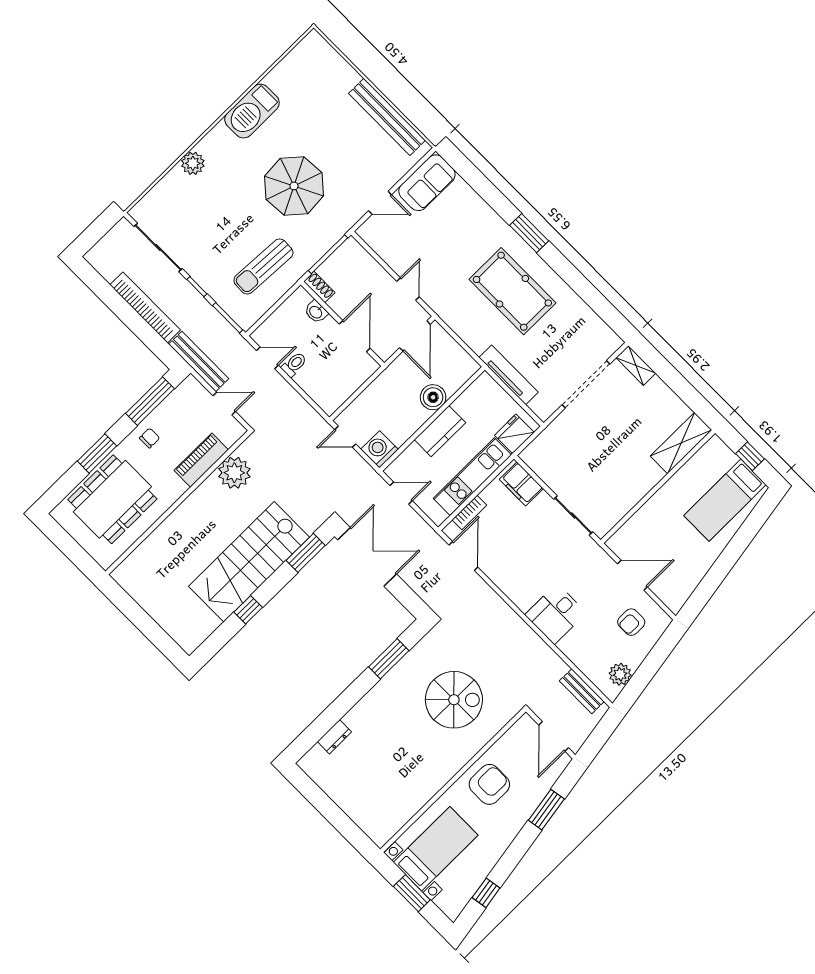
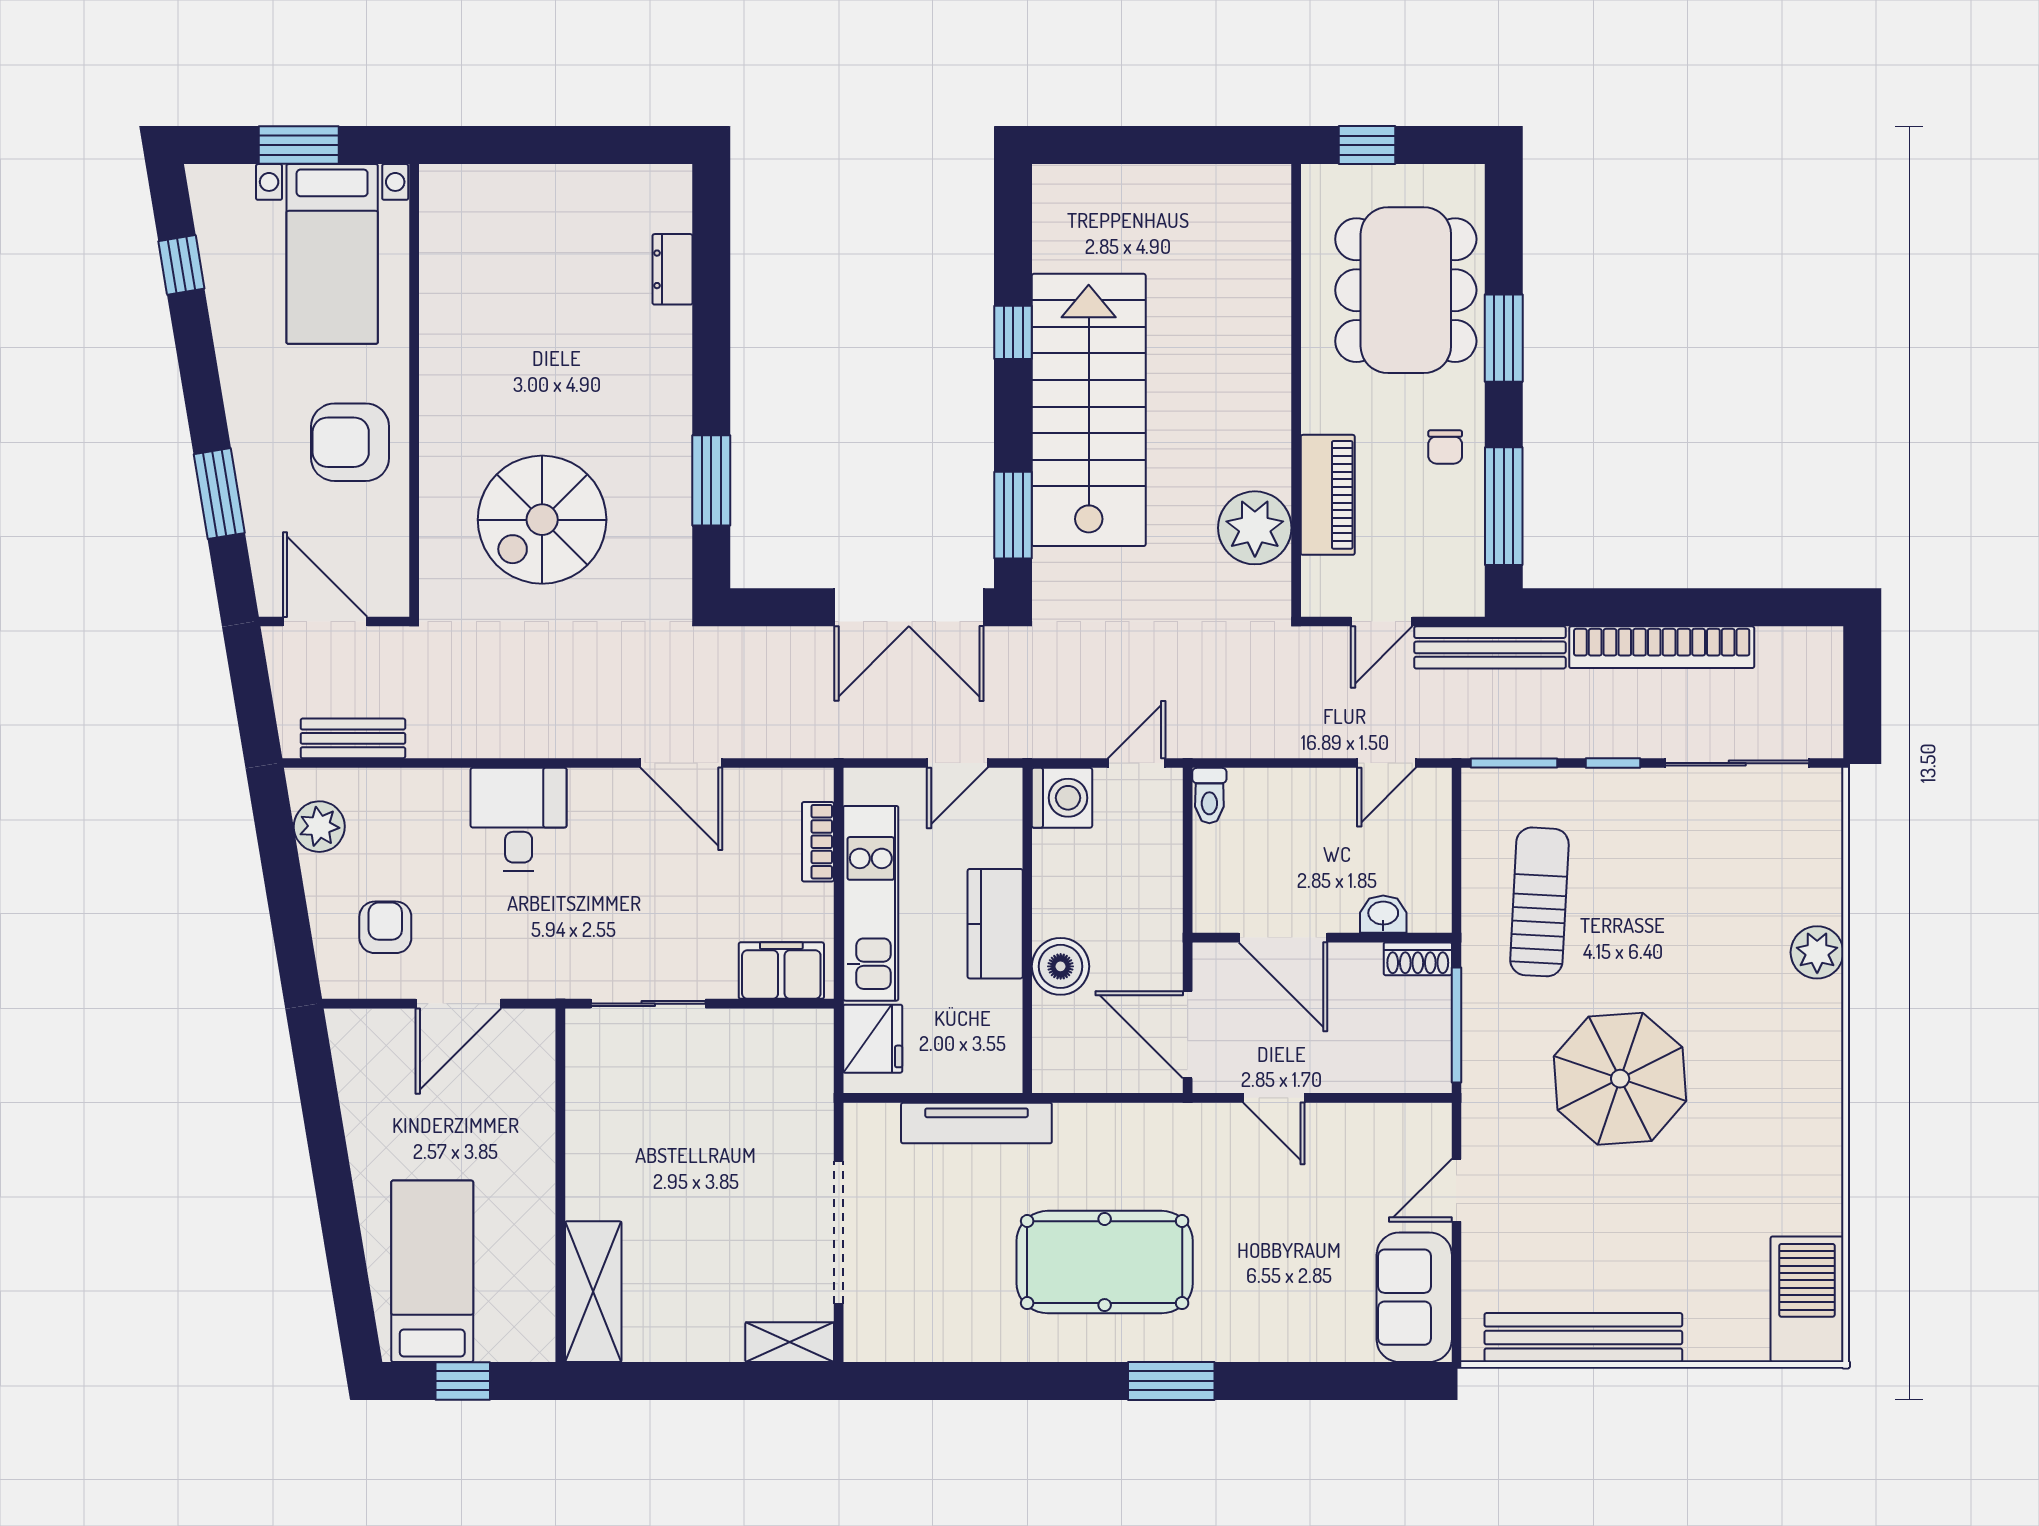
barbecue: (252, 111) -> (1807, 1299), moved
toilet: (294, 364) -> (1209, 796), moved
door: (463, 556) -> (681, 763), moved
window: (79, 557) -> (1367, 145), added
armchair: (489, 784) -> (350, 442), turned 90

